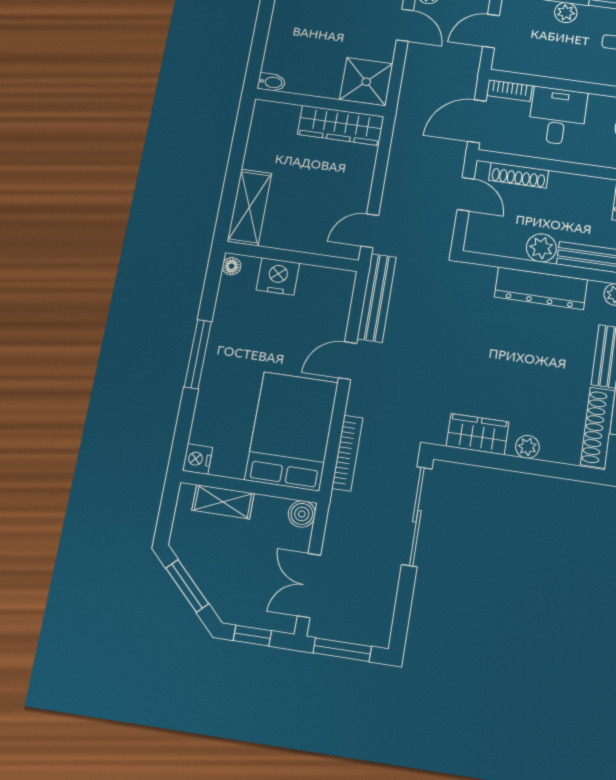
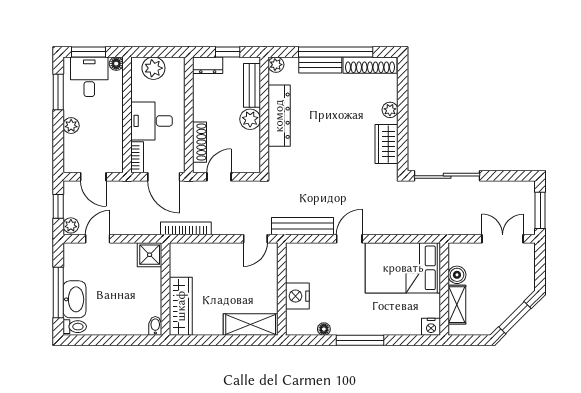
shower: (366, 82) -> (150, 255), width x0.73, depth x0.73
wardrobe: (341, 125) -> (181, 306), moved
door: (370, 231) -> (255, 239), hinge flipped
floor lamp: (232, 266) -> (324, 329), moved
door: (348, 361) -> (349, 239), swing flipped
bookcase: (347, 453) -> (186, 228), moved
boiler: (302, 514) -> (457, 275), moved
double door: (309, 585) -> (503, 239), swing flipped
window: (252, 636) -> (540, 270), removed

